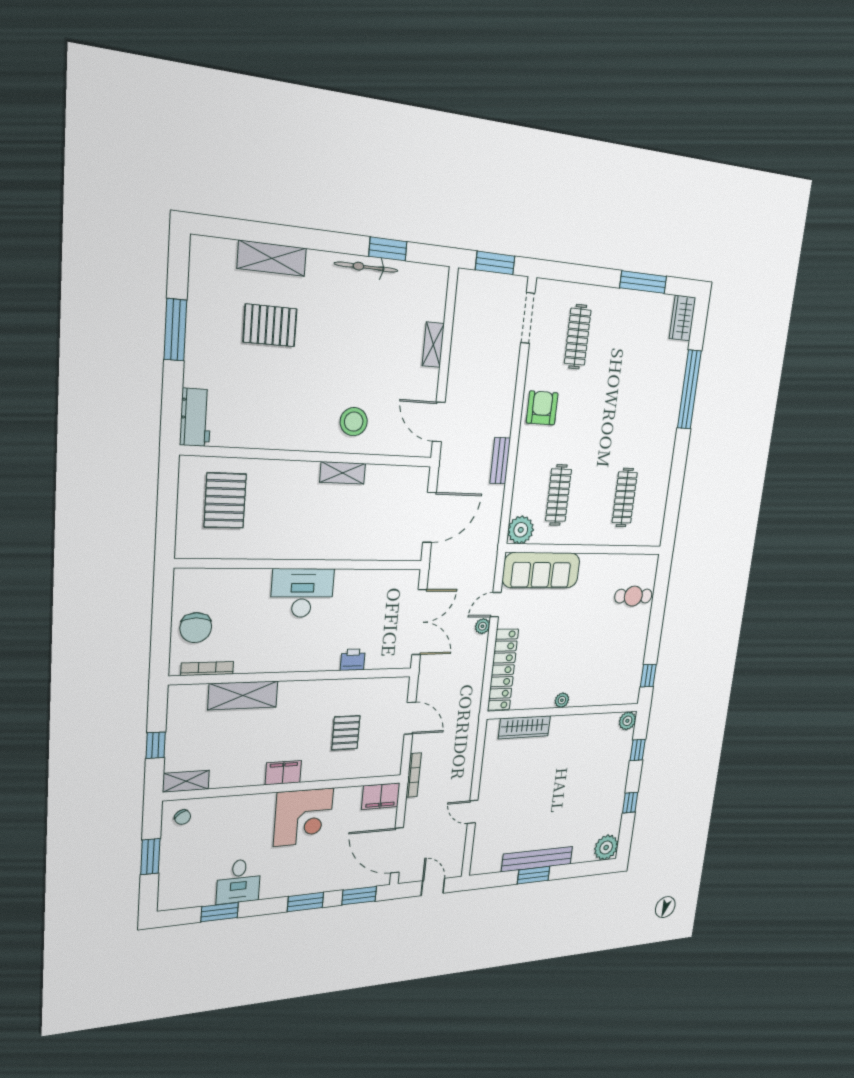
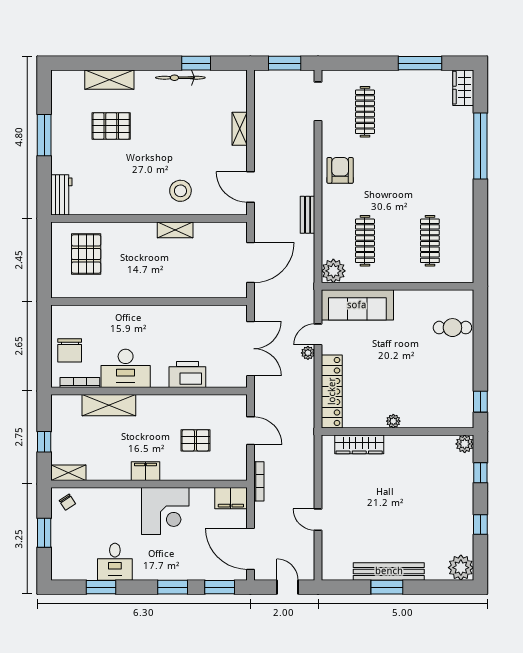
desk: (302, 593) -> (126, 368), moved, turned 180
printer: (353, 660) -> (187, 374), width x1.87, depth x1.48
pallet: (346, 733) -> (195, 440), turned 90

